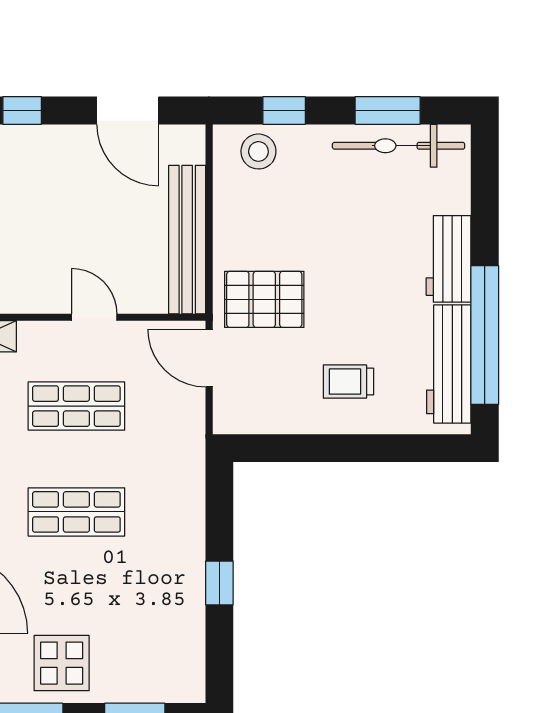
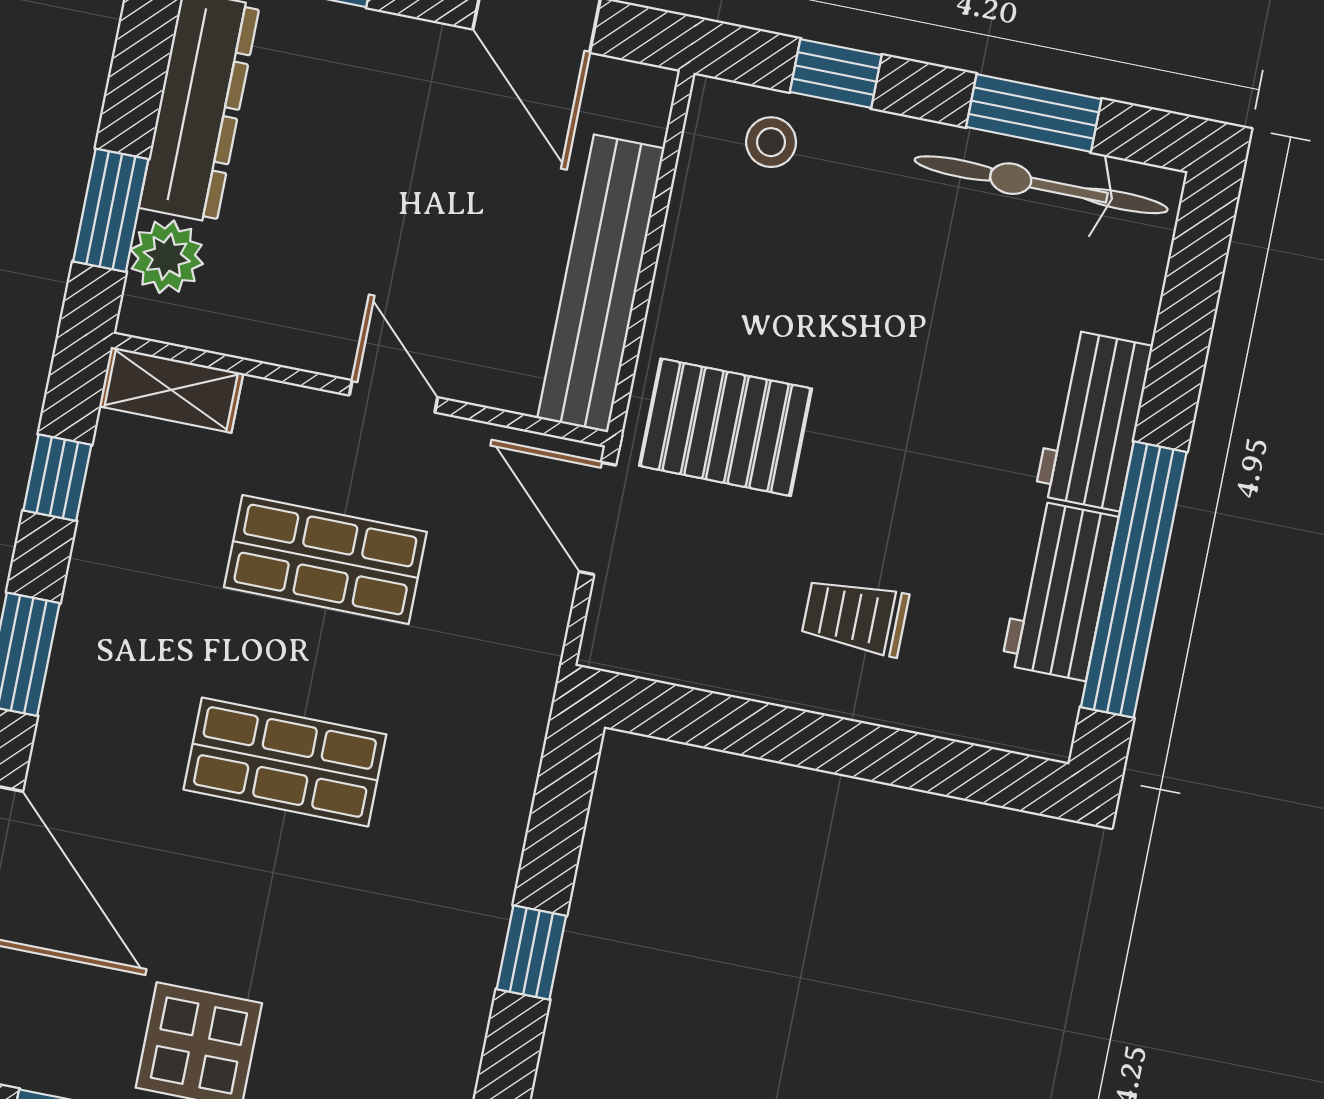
stool: (258, 151) -> (771, 142), width x0.73, depth x0.73
workbench: (449, 364) -> (1060, 591), width x0.73

